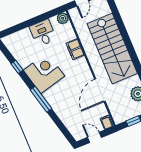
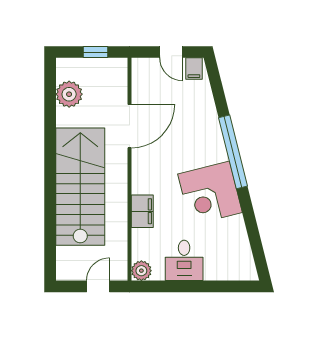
window: (17, 67) -> (250, 222), removed
window: (41, 99) -> (233, 152), width x1.46
filing cabinet: (107, 122) -> (194, 69), moved

